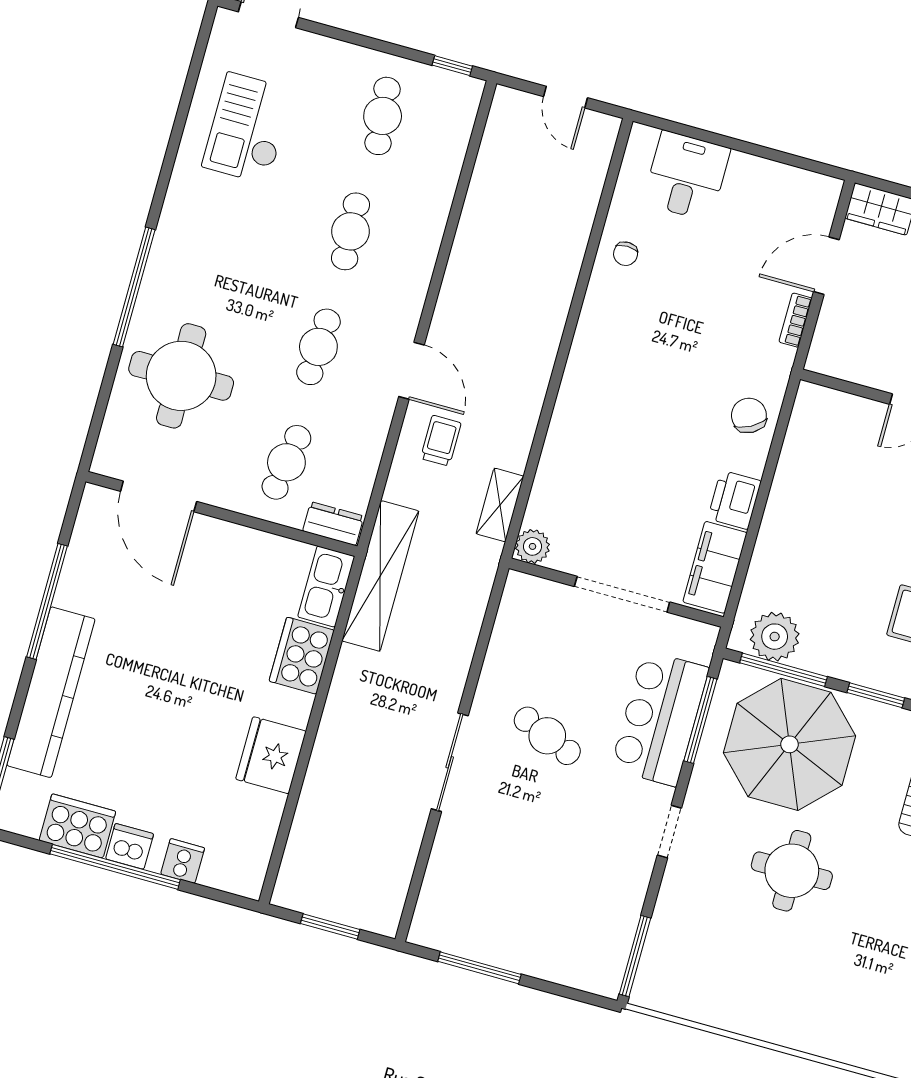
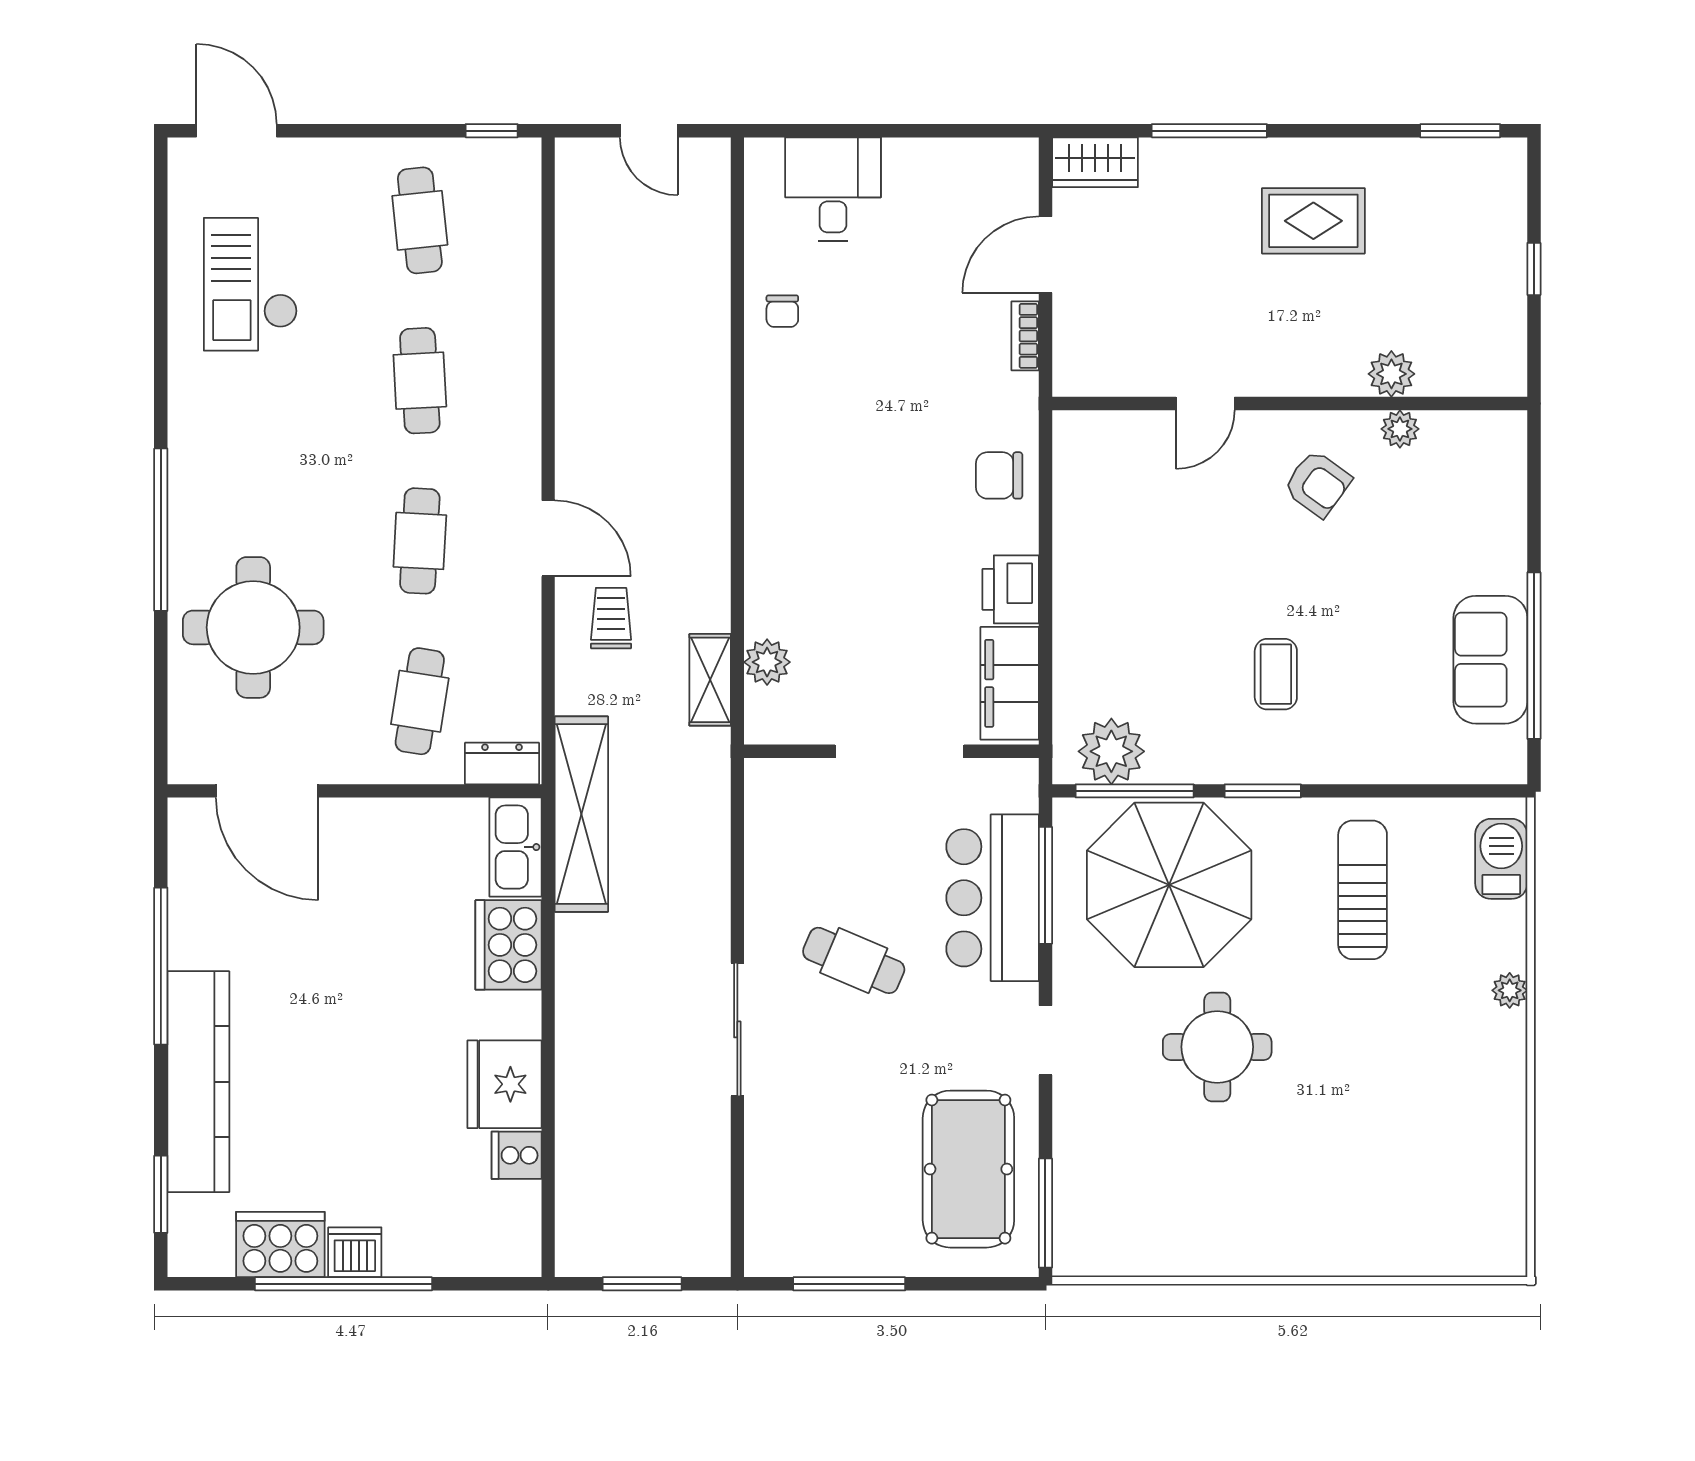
chair: (749, 415) -> (999, 475), turned -61
plant: (533, 546) -> (767, 662), moved
cooker: (183, 861) -> (517, 1155), moved, turned -90
pool table: (588, 909) -> (968, 1169), added

